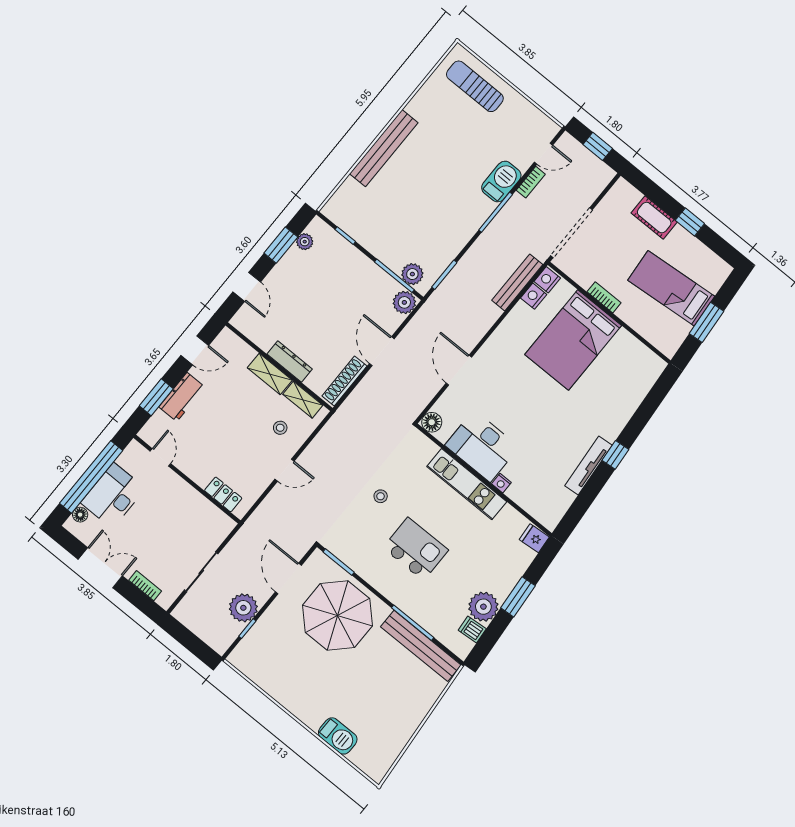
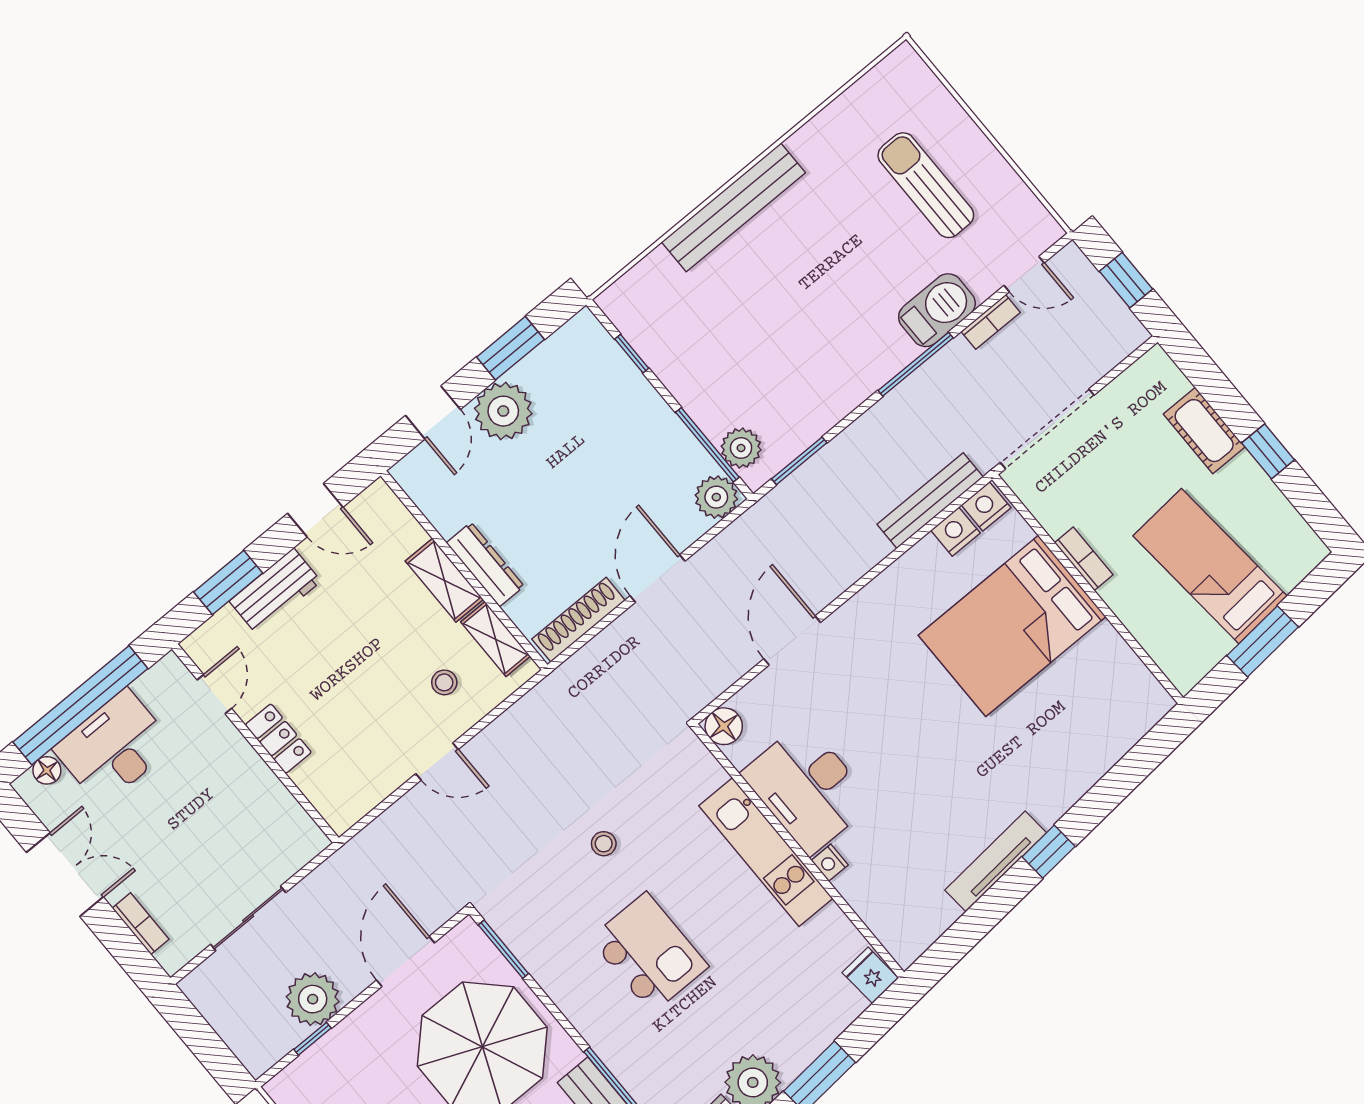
sun lounger: (475, 86) -> (926, 185), moved
plant: (305, 242) -> (503, 411), moved, width x1.88, depth x1.88
locker: (223, 494) -> (278, 739), moved

